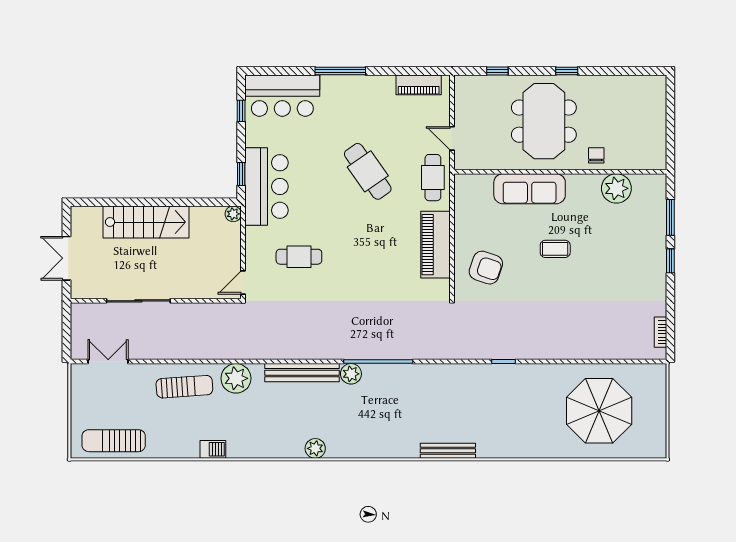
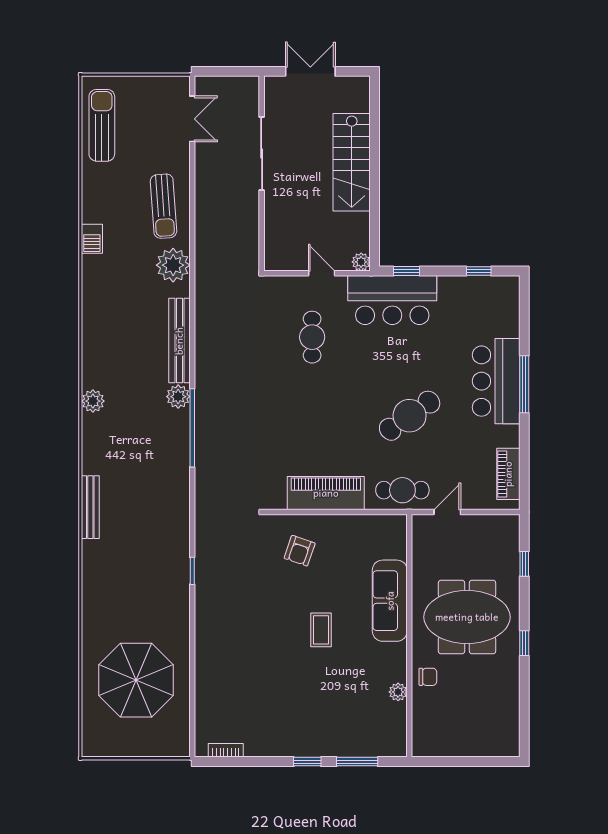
bar counter: (282, 96) -> (496, 381), moved
plant: (616, 188) -> (398, 692), width x0.53, depth x0.53
armchair: (486, 268) -> (300, 551), width x0.72, depth x0.72
door: (243, 283) -> (322, 273), moved
plant: (315, 448) -> (93, 401), moved

